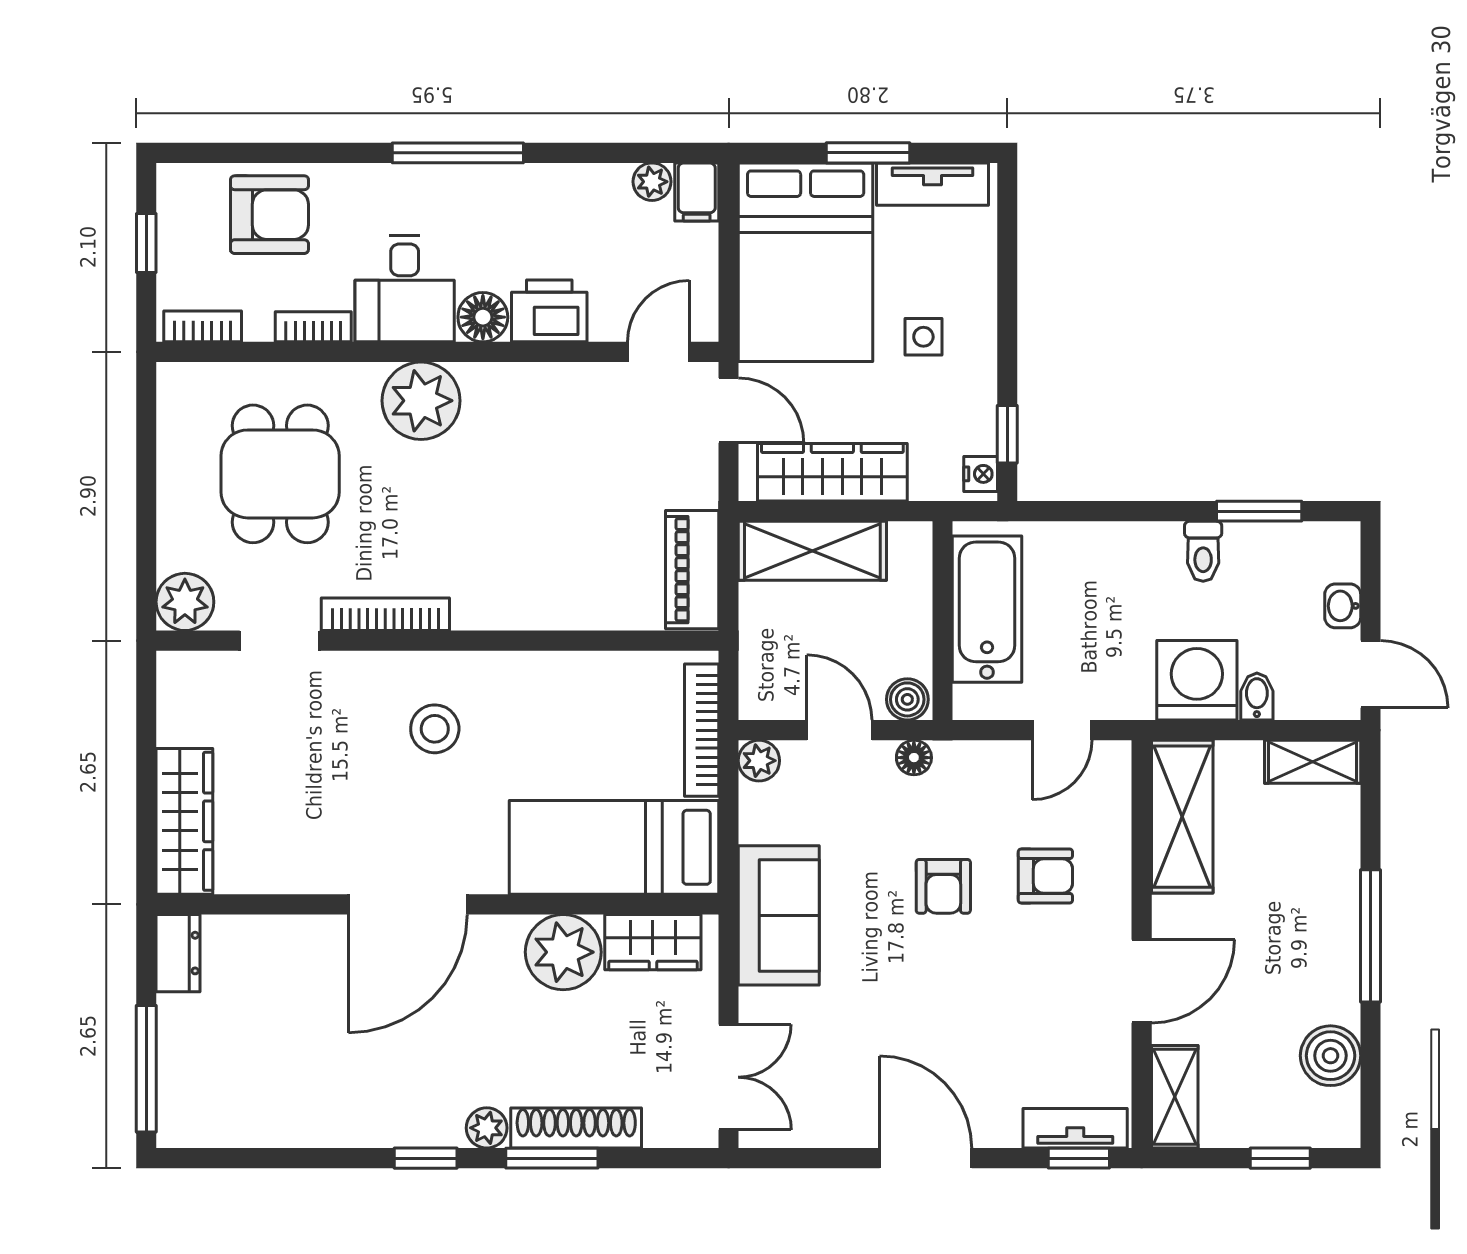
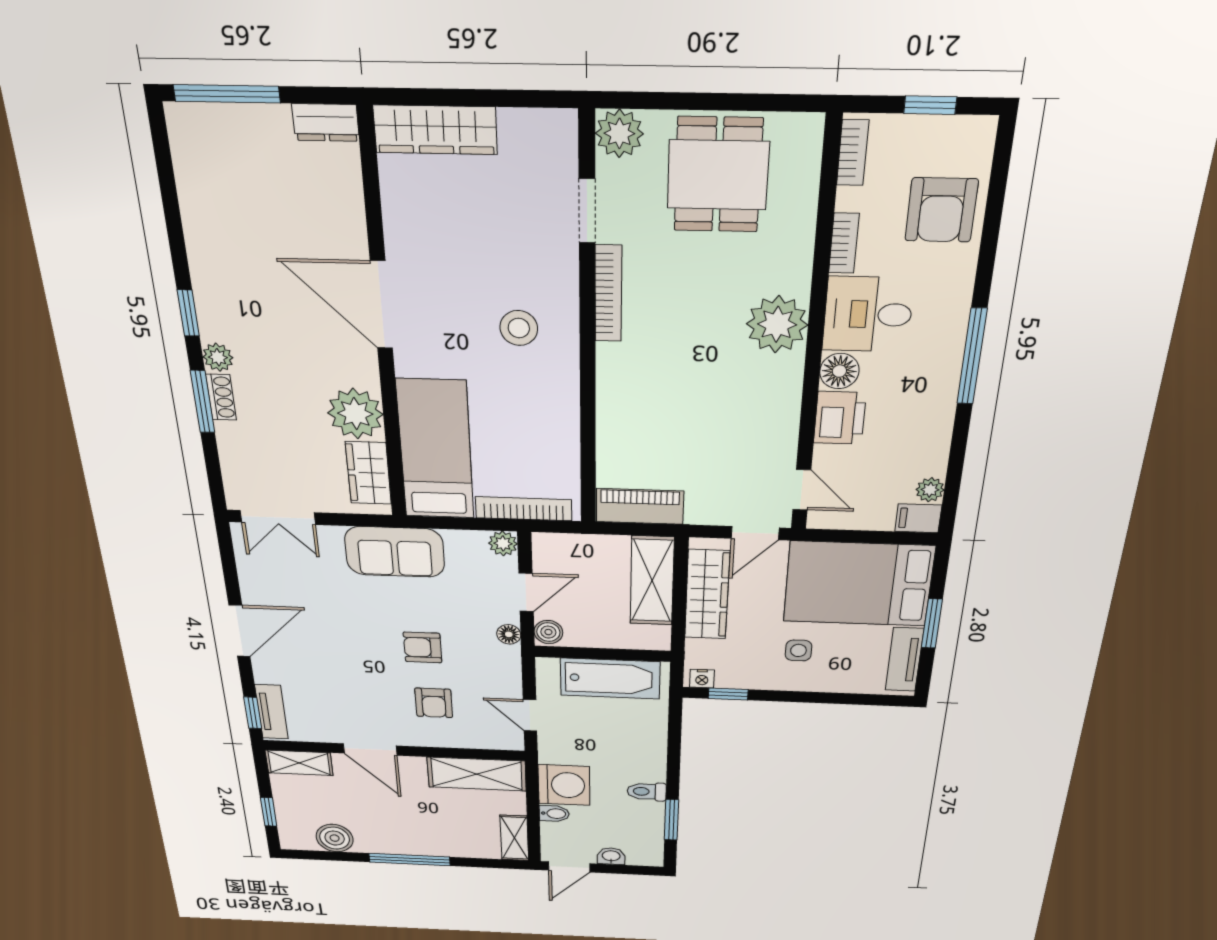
dining table: (280, 474) -> (718, 175), moved, turned 90
shoe rack: (576, 1128) -> (221, 397), width x0.51, depth x0.81

